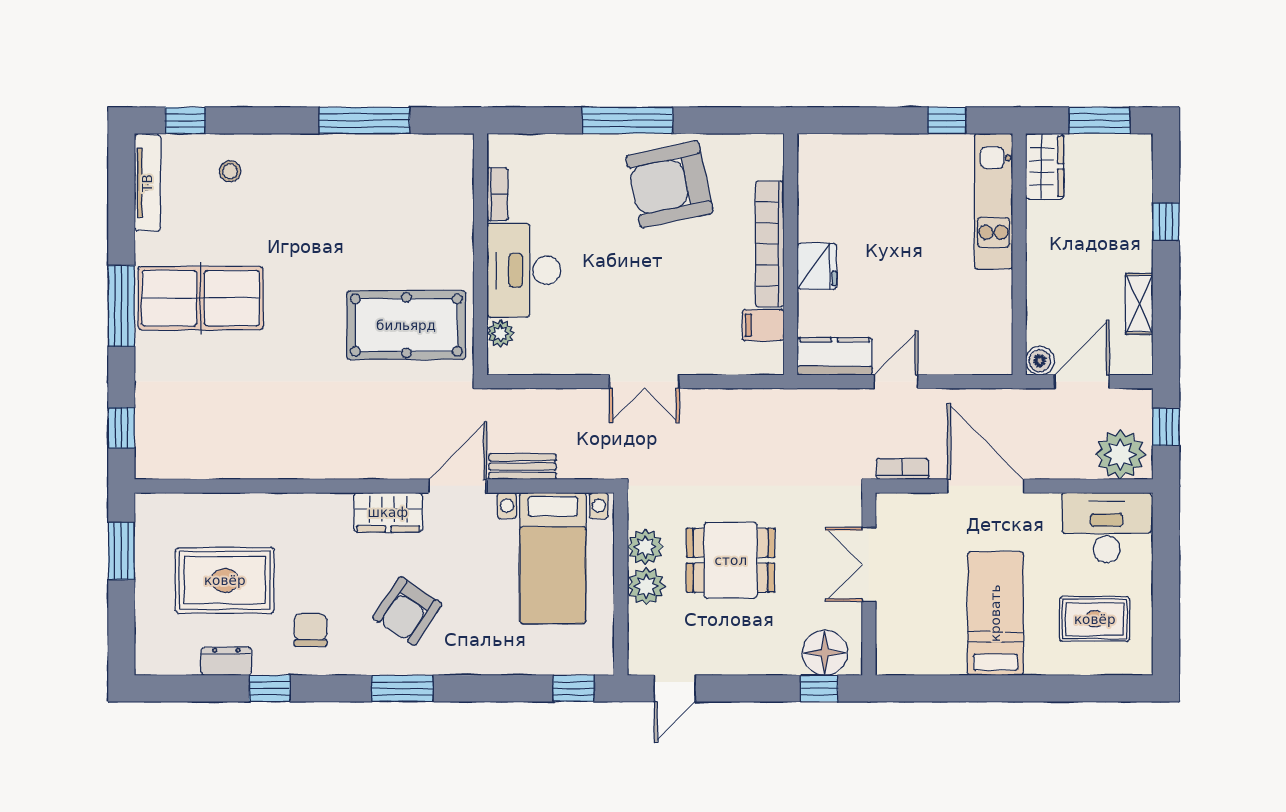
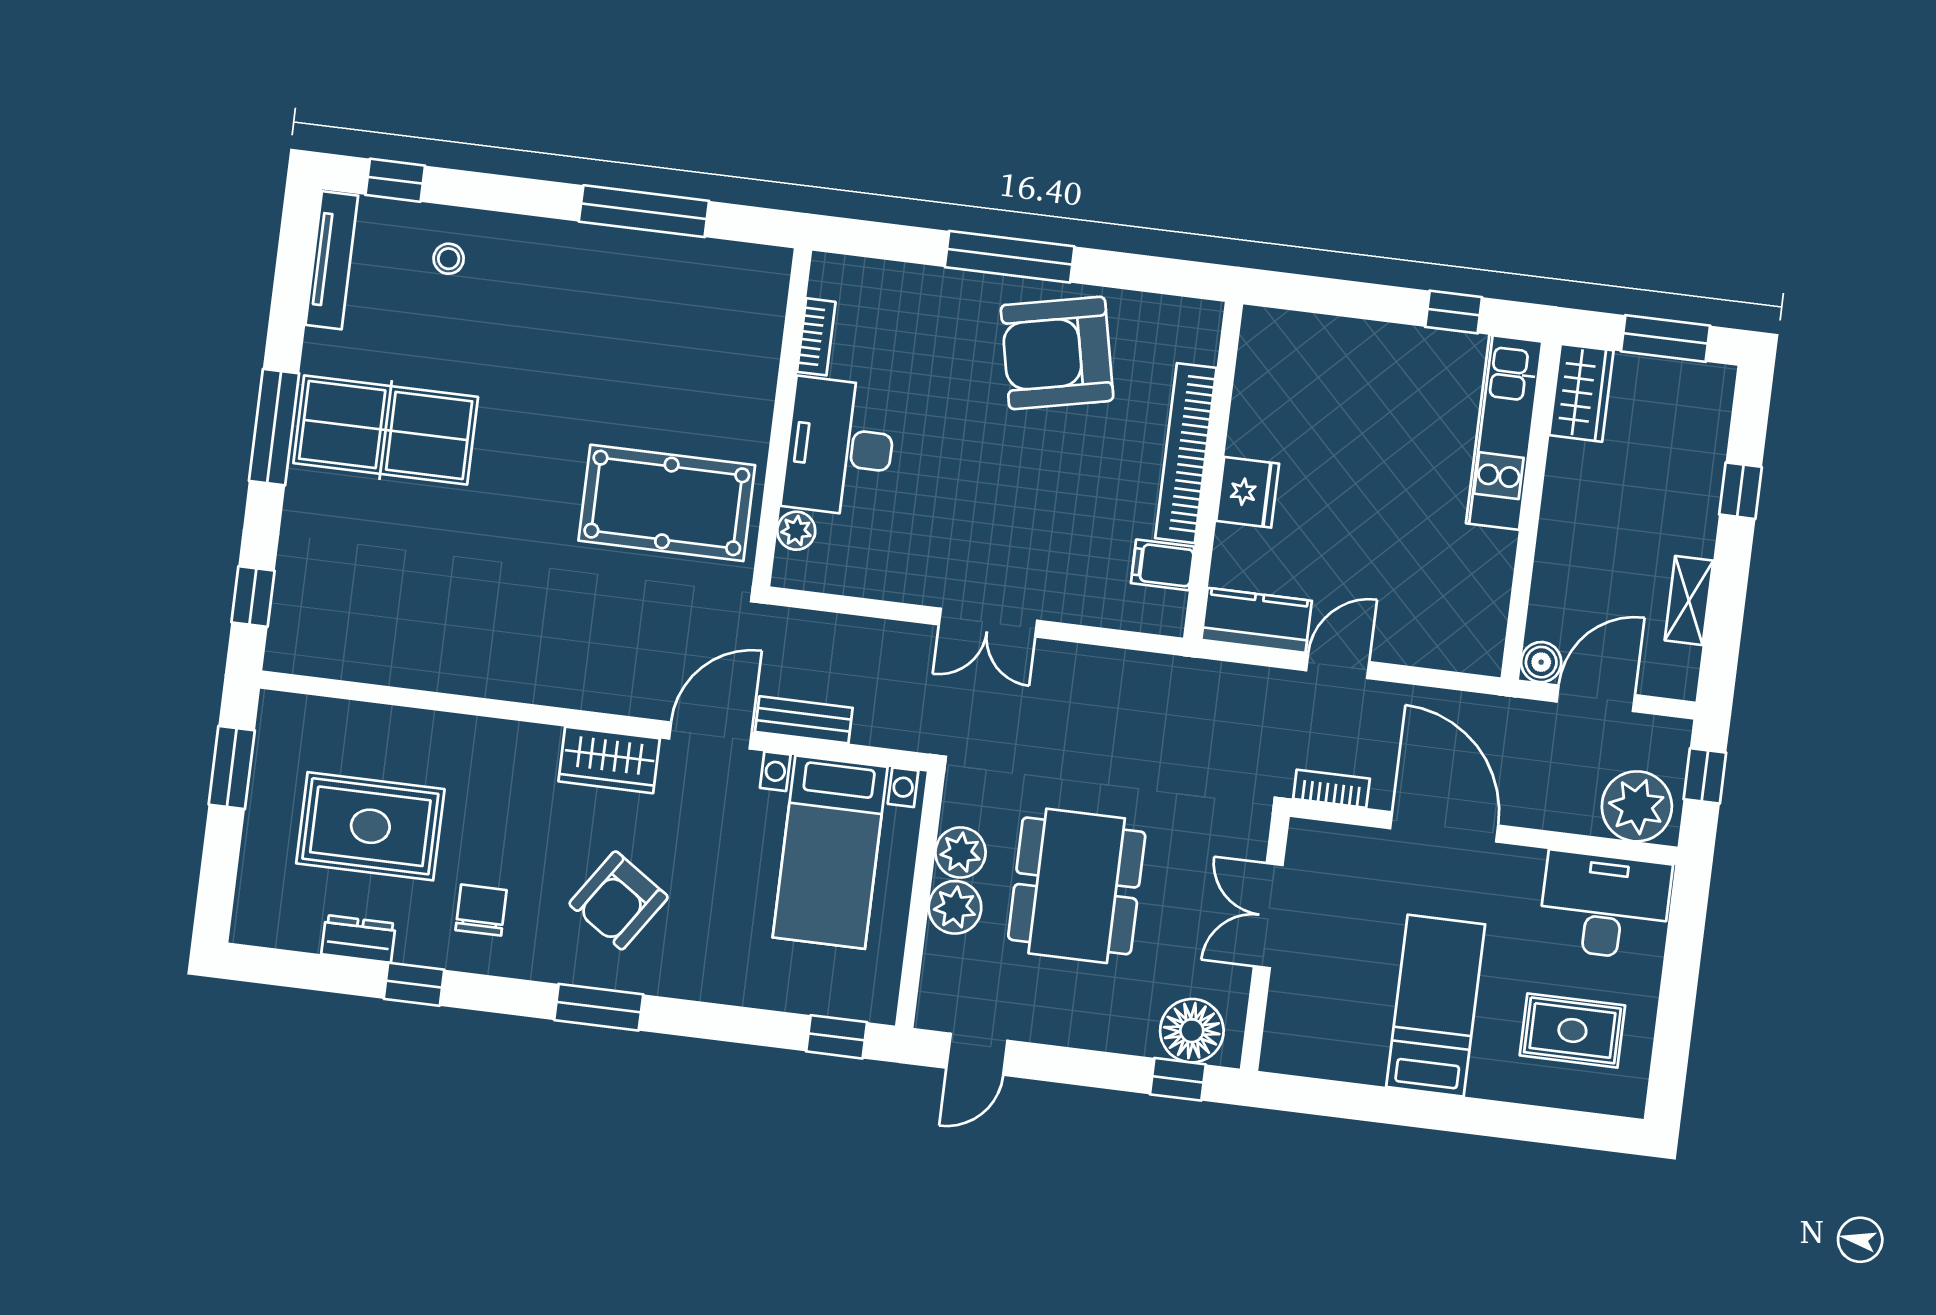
dining table: (731, 560) -> (1077, 886), width x1.38

